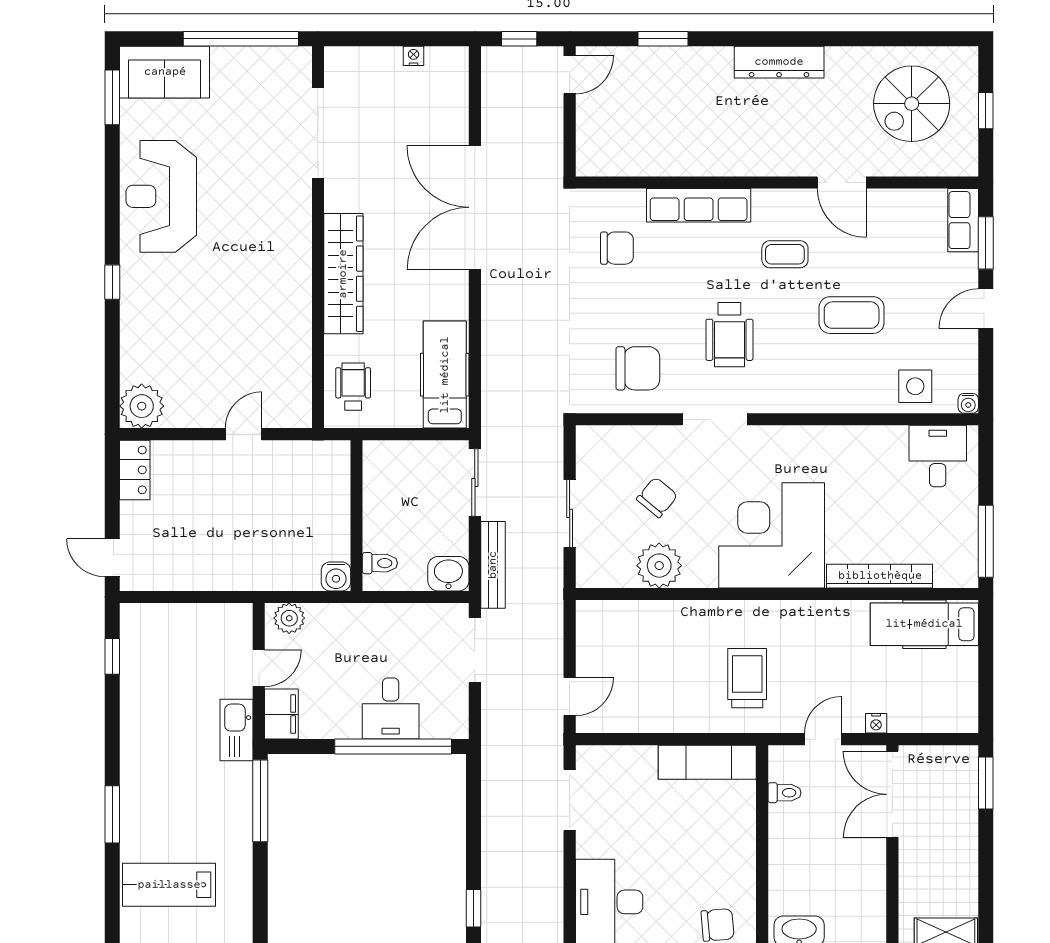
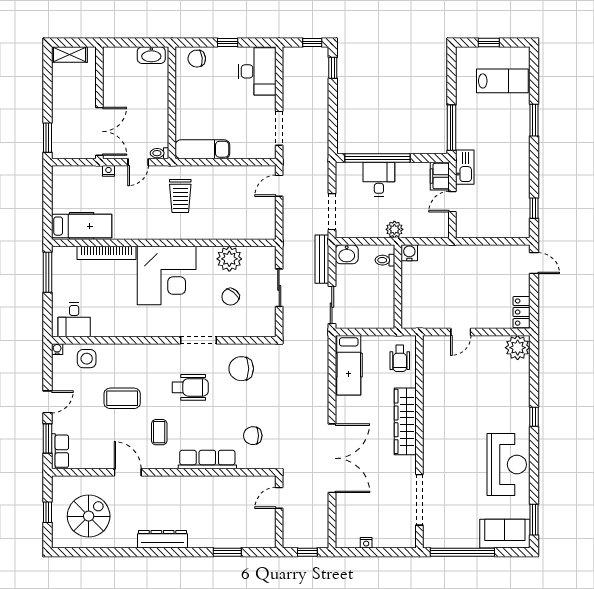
door: (570, 75) -> (279, 498), moved
coffee table: (785, 254) -> (159, 432), turned 90
wheelchair: (729, 335) -> (190, 387), turned 90
plant: (289, 618) -> (394, 229), moved
toilet: (785, 793) -> (159, 153), moved

